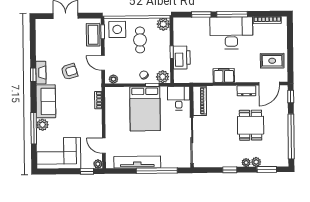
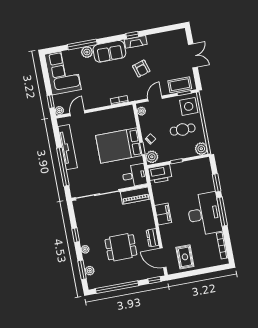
printer: (182, 58) -> (160, 174), moved
plant: (256, 162) -> (90, 271), moved

